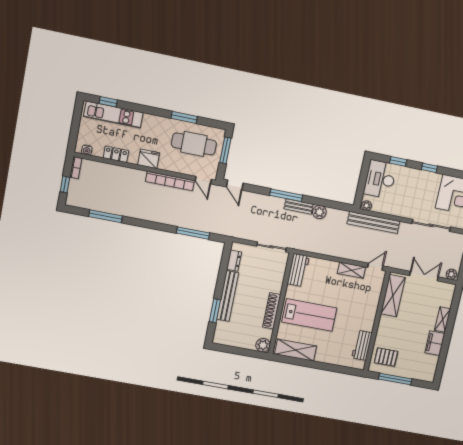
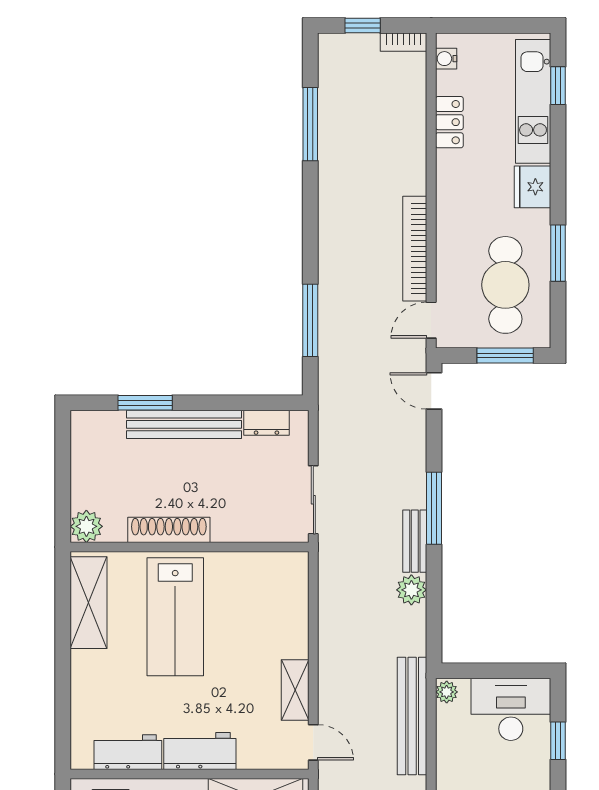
fridge: (149, 159) -> (532, 187), moved, turned 180
door: (235, 185) -> (434, 391), hinge flipped
workbench: (298, 270) -> (200, 751), moved, turned 180

